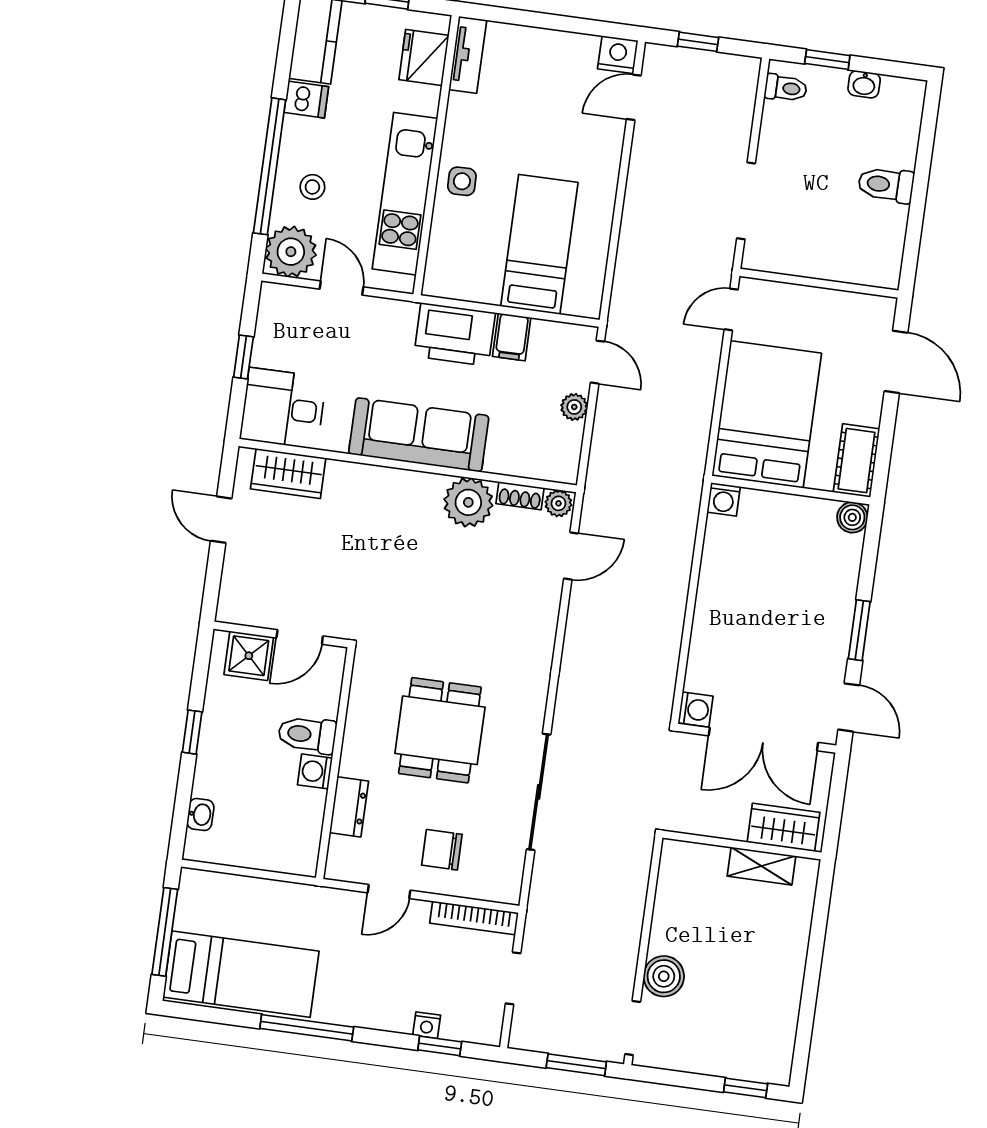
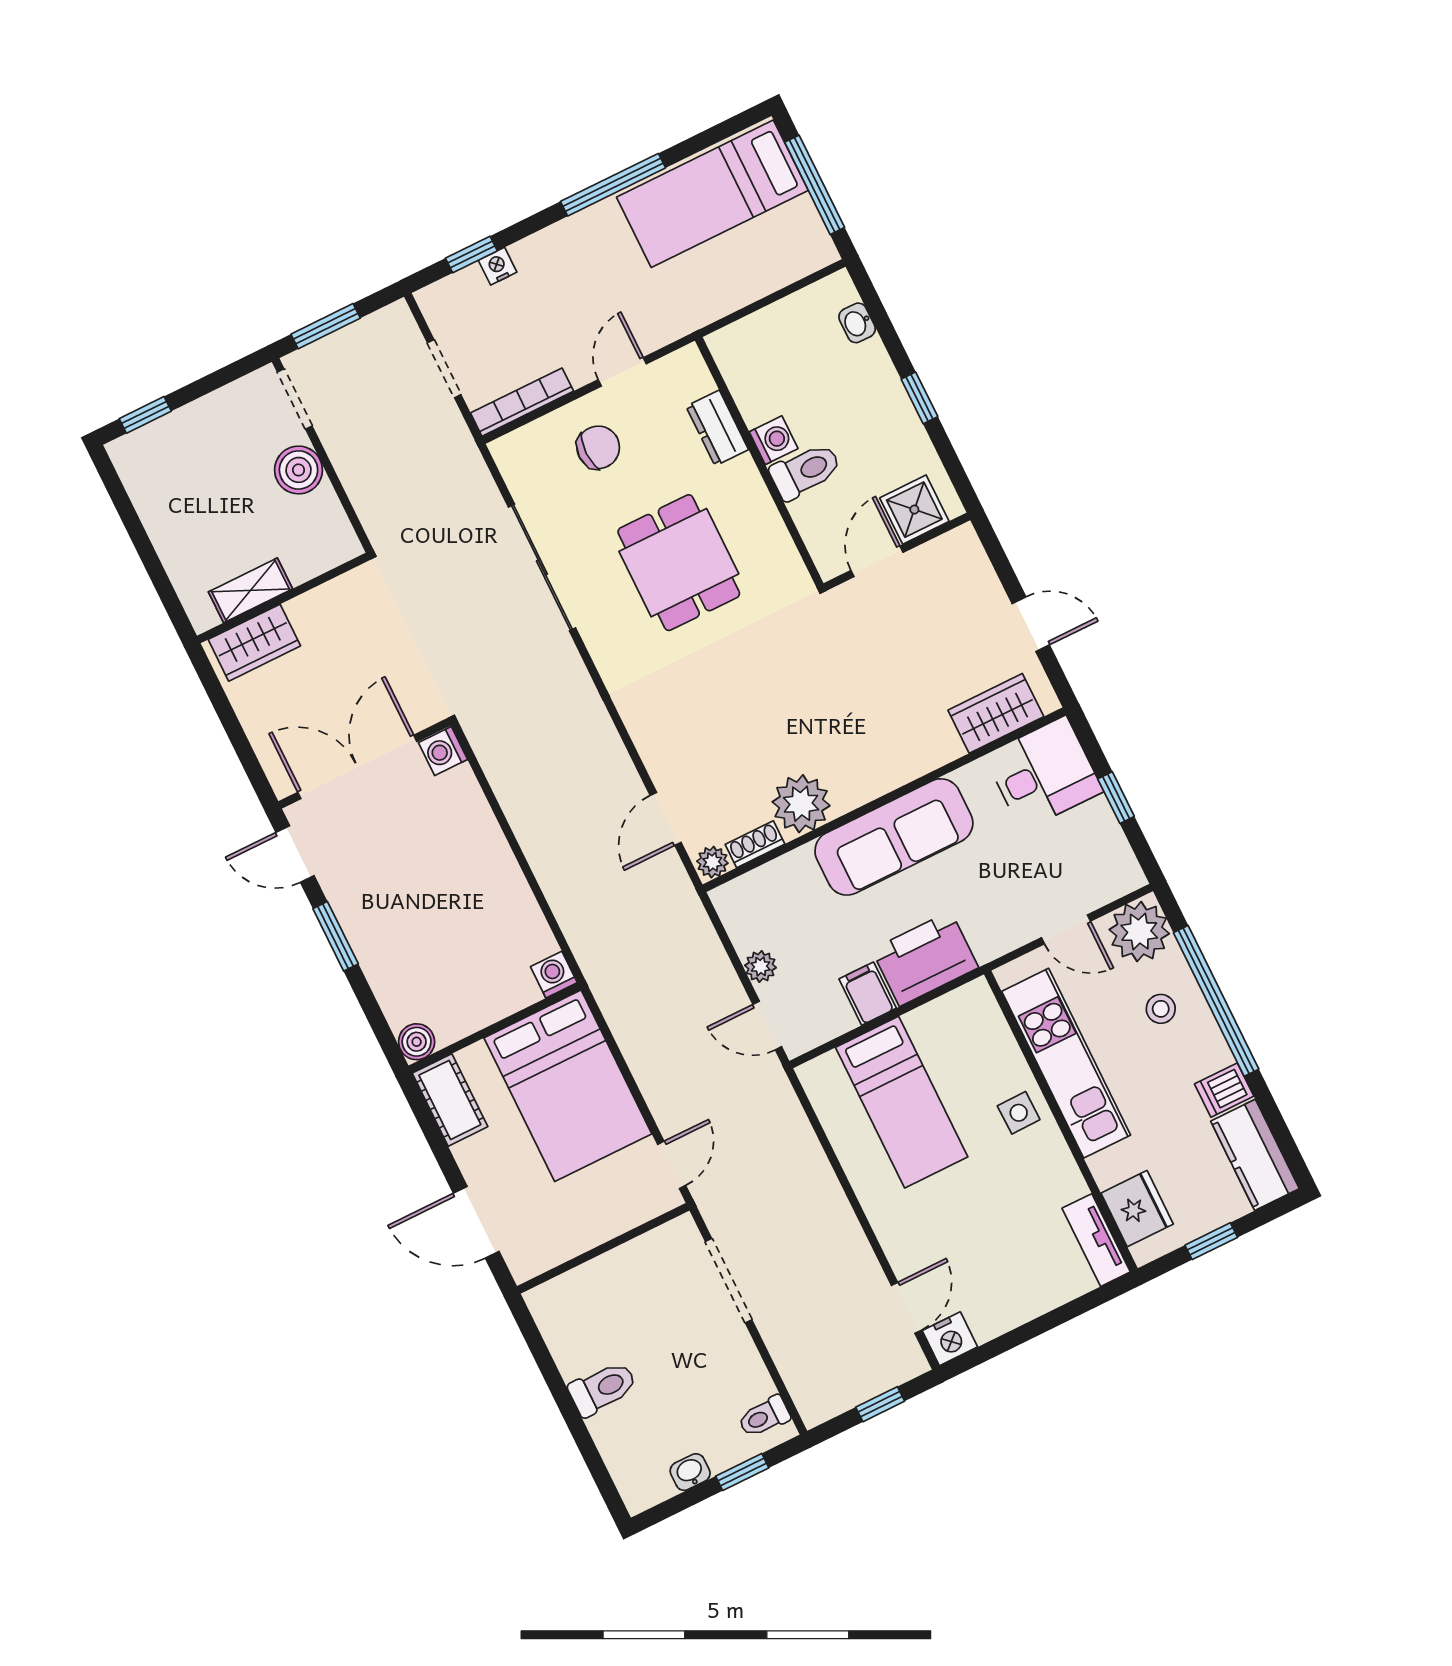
wardrobe: (783, 827) -> (254, 643), moved
wall: (742, 845) -> (283, 598), moved
shelving: (761, 866) -> (250, 590), moved

